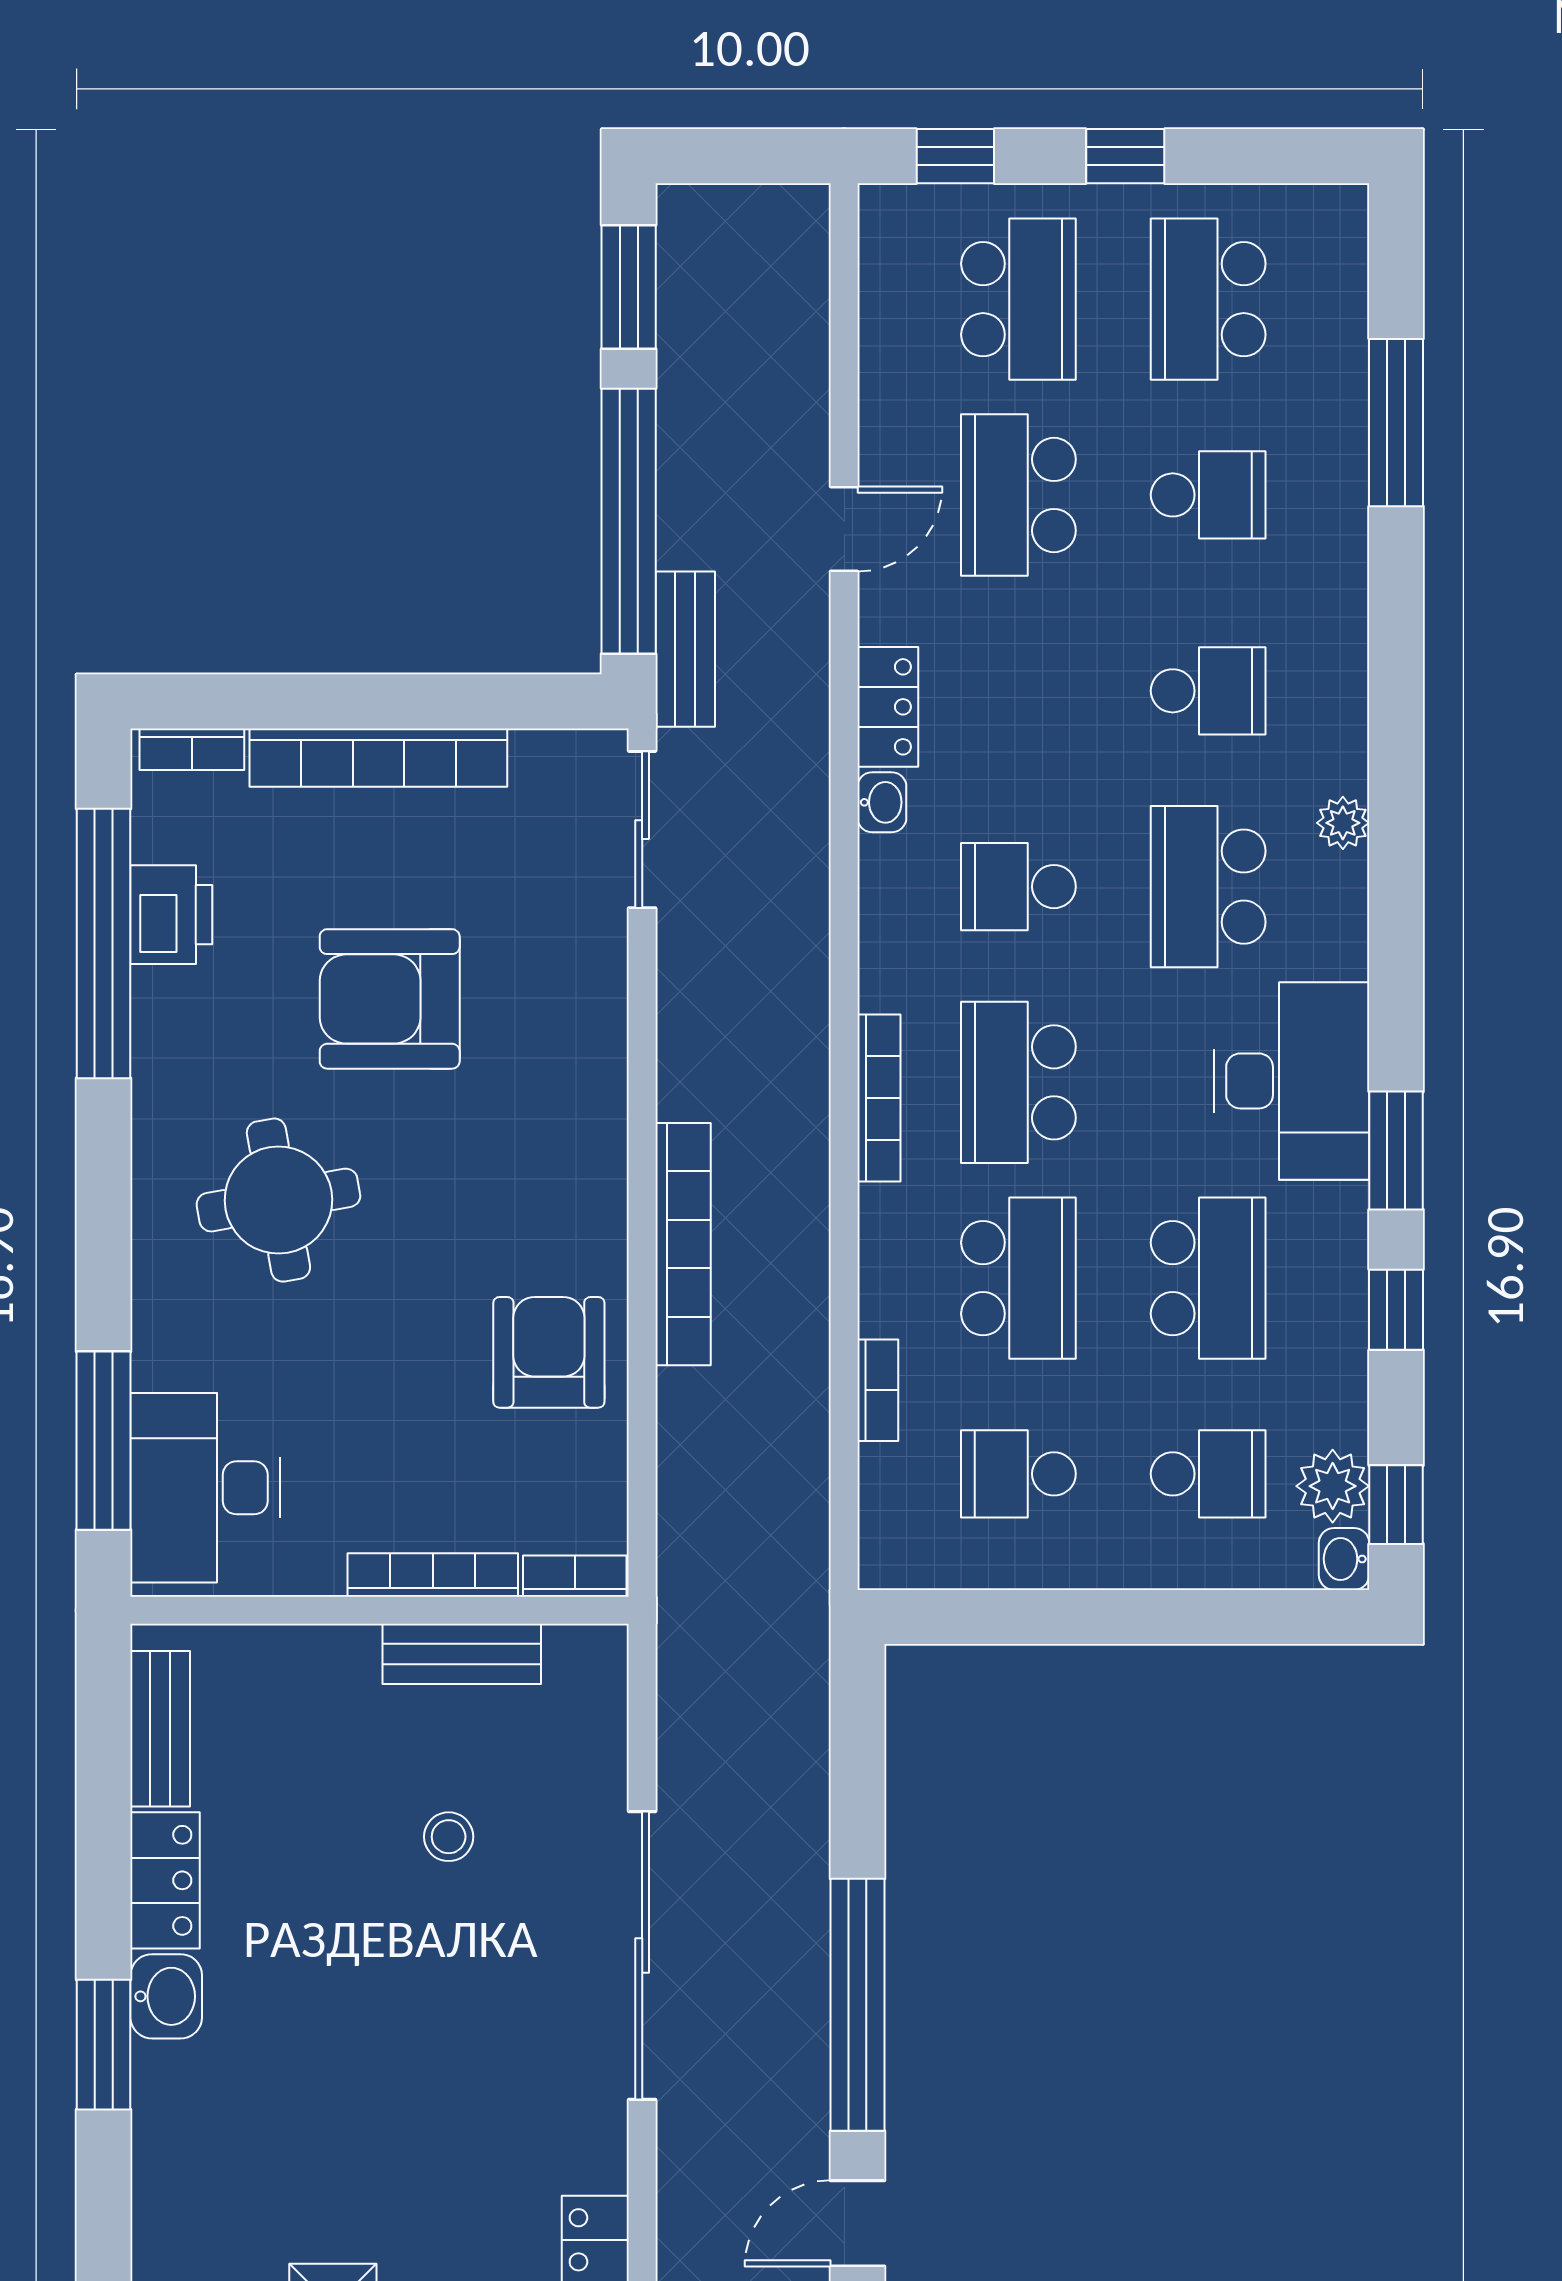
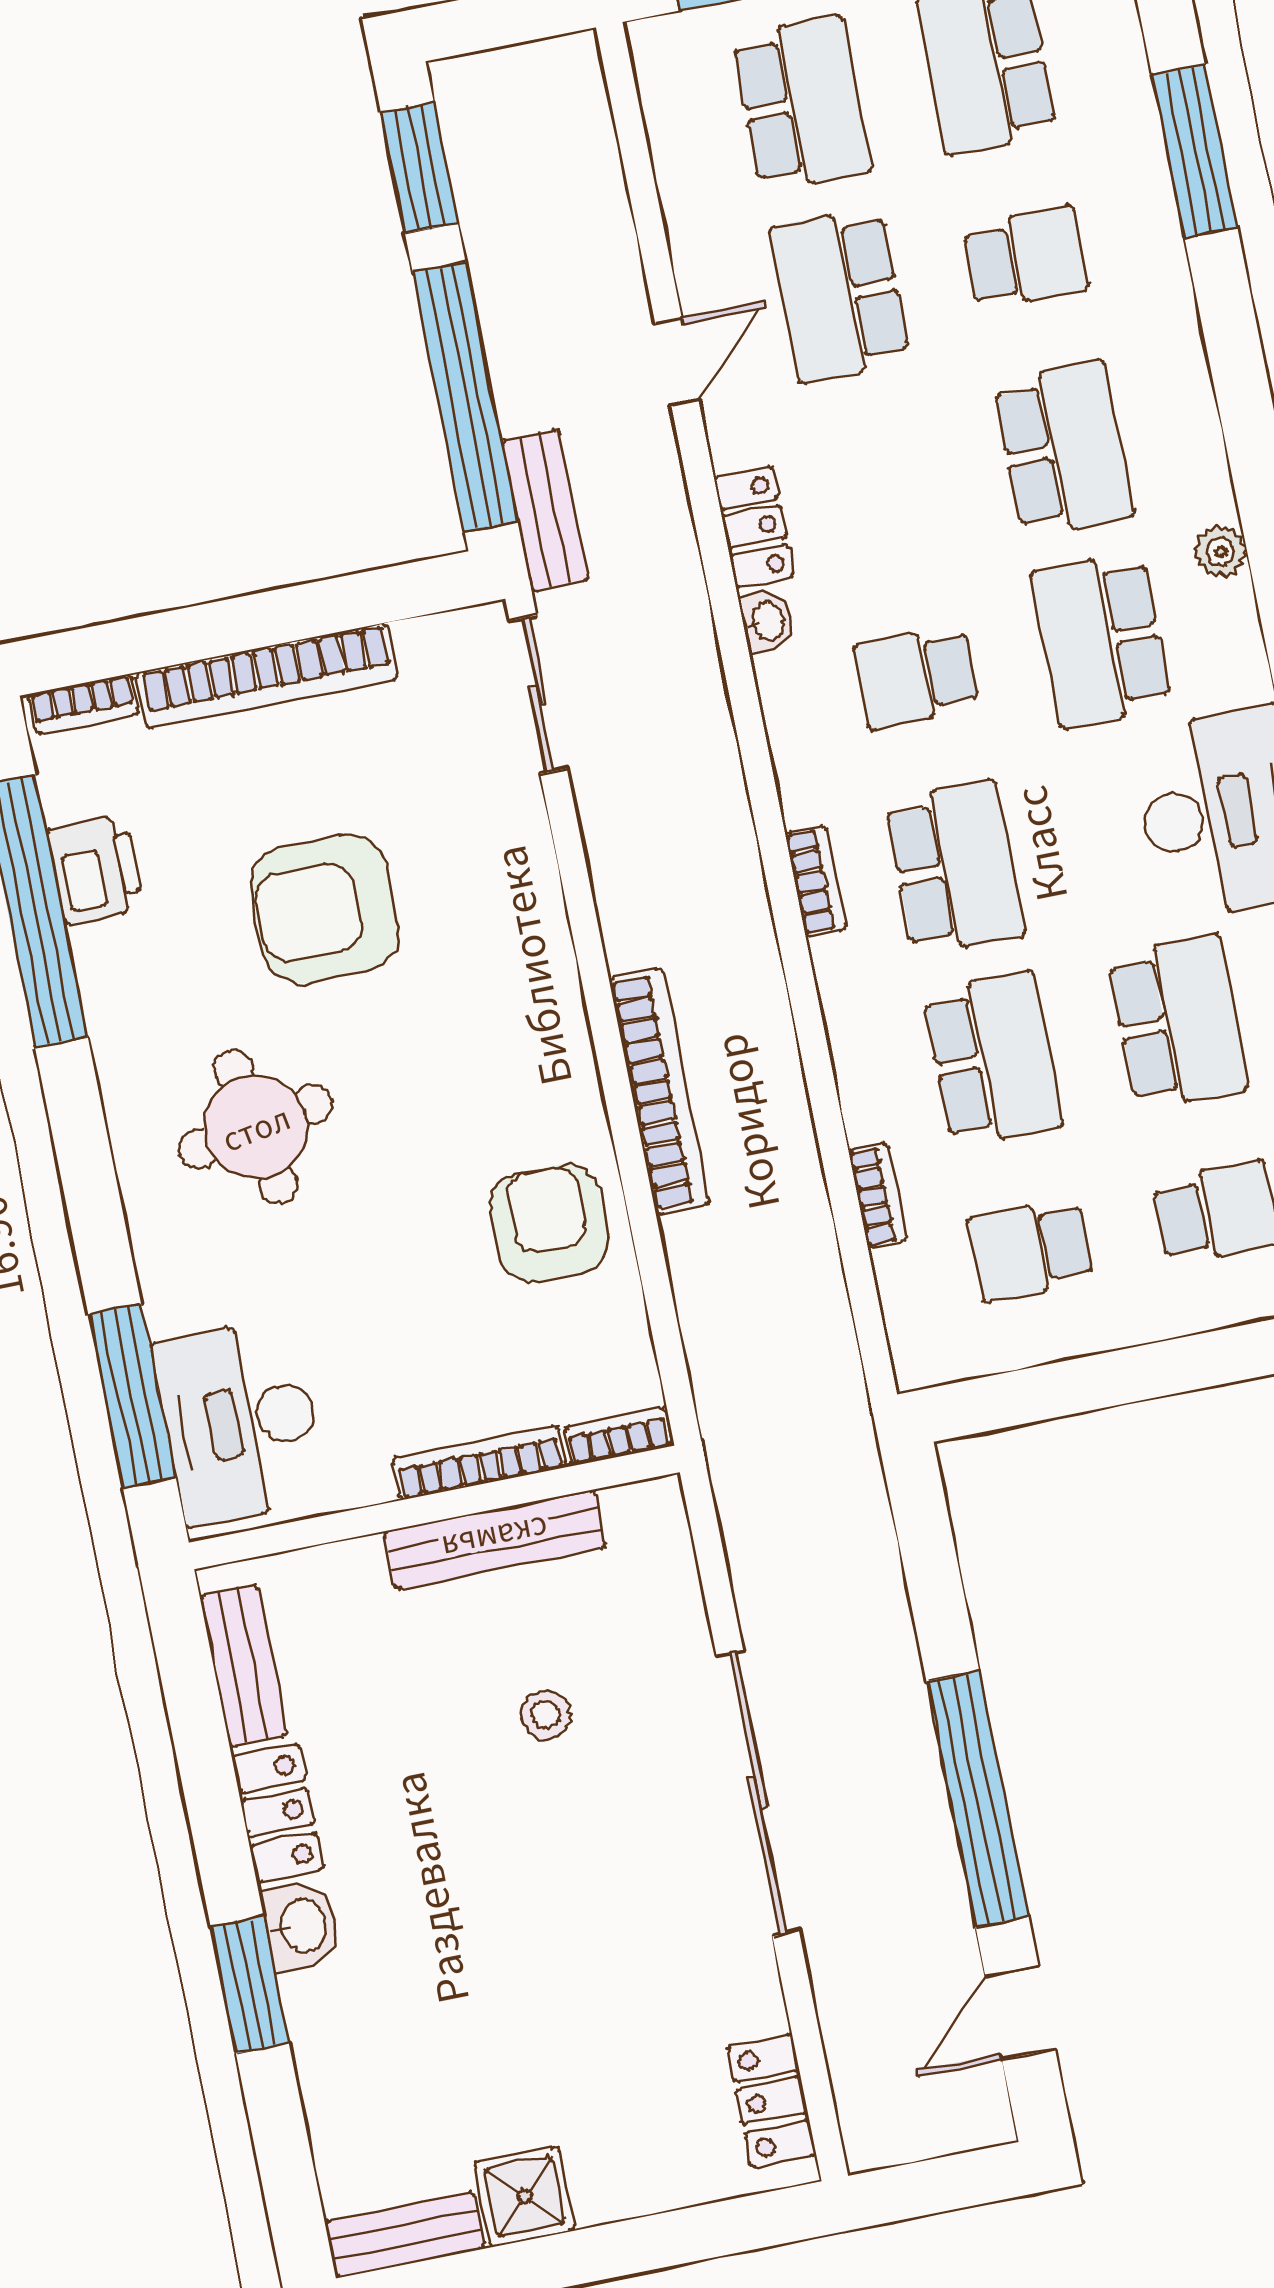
school desk: (1208, 691) -> (1063, 449), width x1.85
school desk: (1018, 1082) -> (955, 868), turned 180
bookcase: (879, 1098) -> (816, 881), width x0.64
bench: (462, 1654) -> (495, 1540), width x1.36

